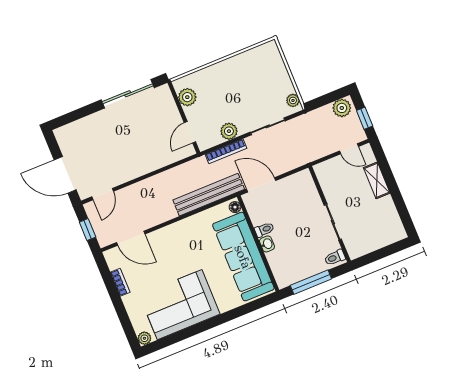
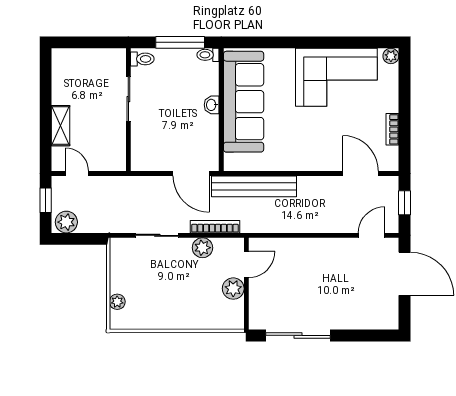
plant: (187, 97) -> (233, 289), moved
plant: (293, 100) -> (117, 302), moved
floor lamp: (235, 207) -> (230, 161), removed
toilet: (264, 230) -> (208, 55), moved

